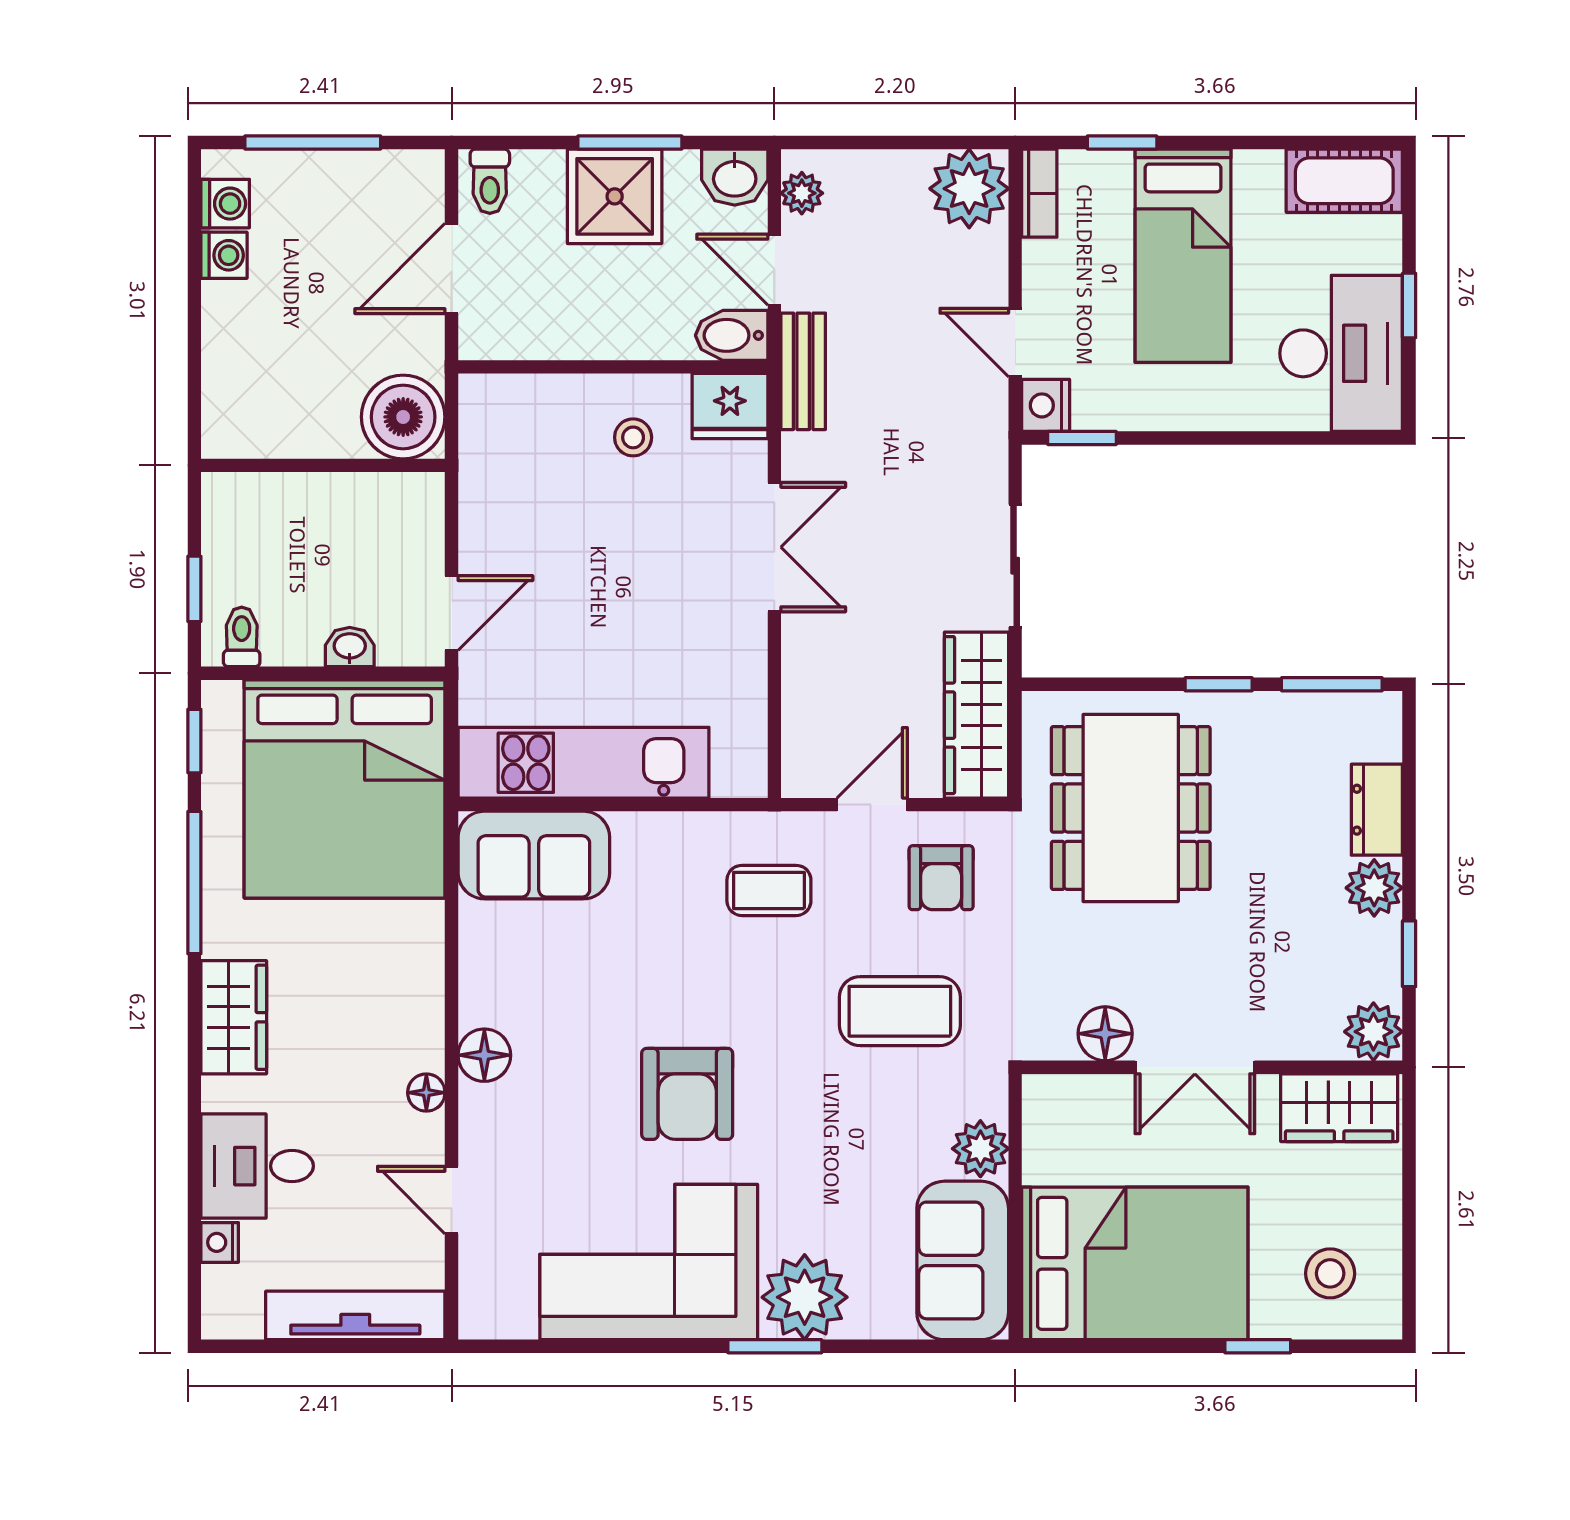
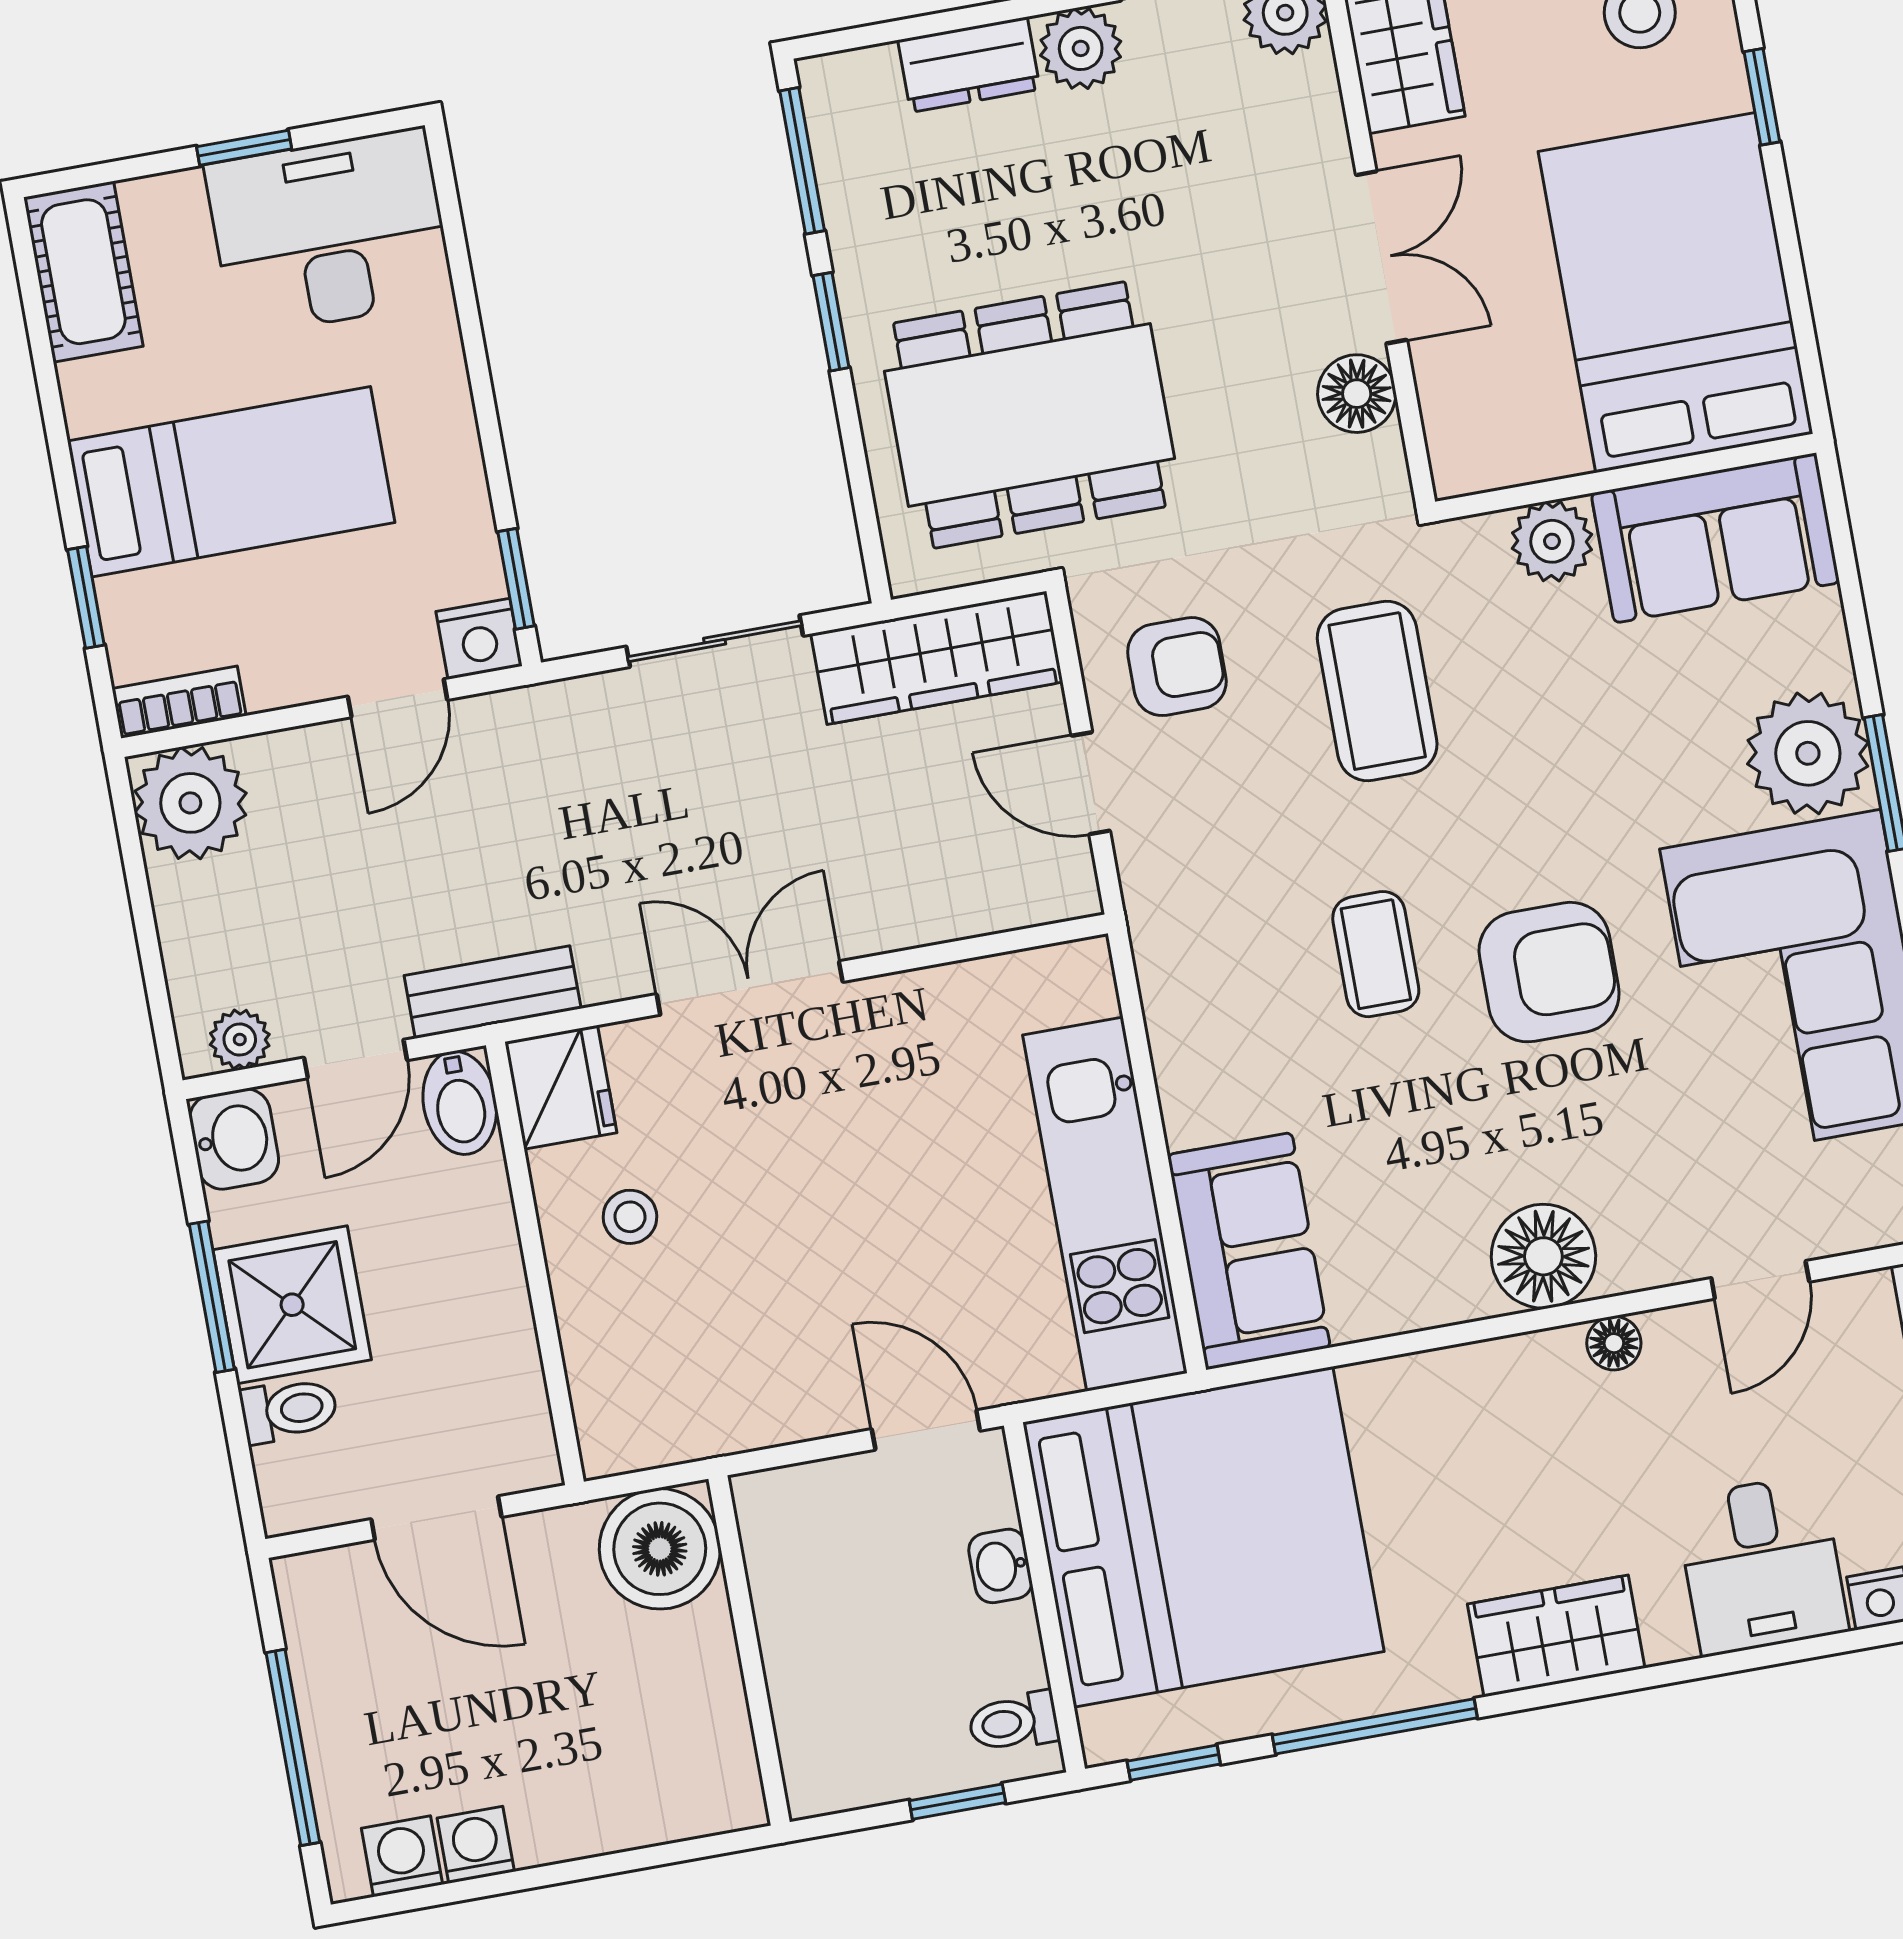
toilet: (490, 181) -> (289, 1410), moved
coffee table: (769, 890) -> (1376, 954), moved
floor lamp: (484, 1055) -> (1543, 1256), width x1.38, depth x1.38

